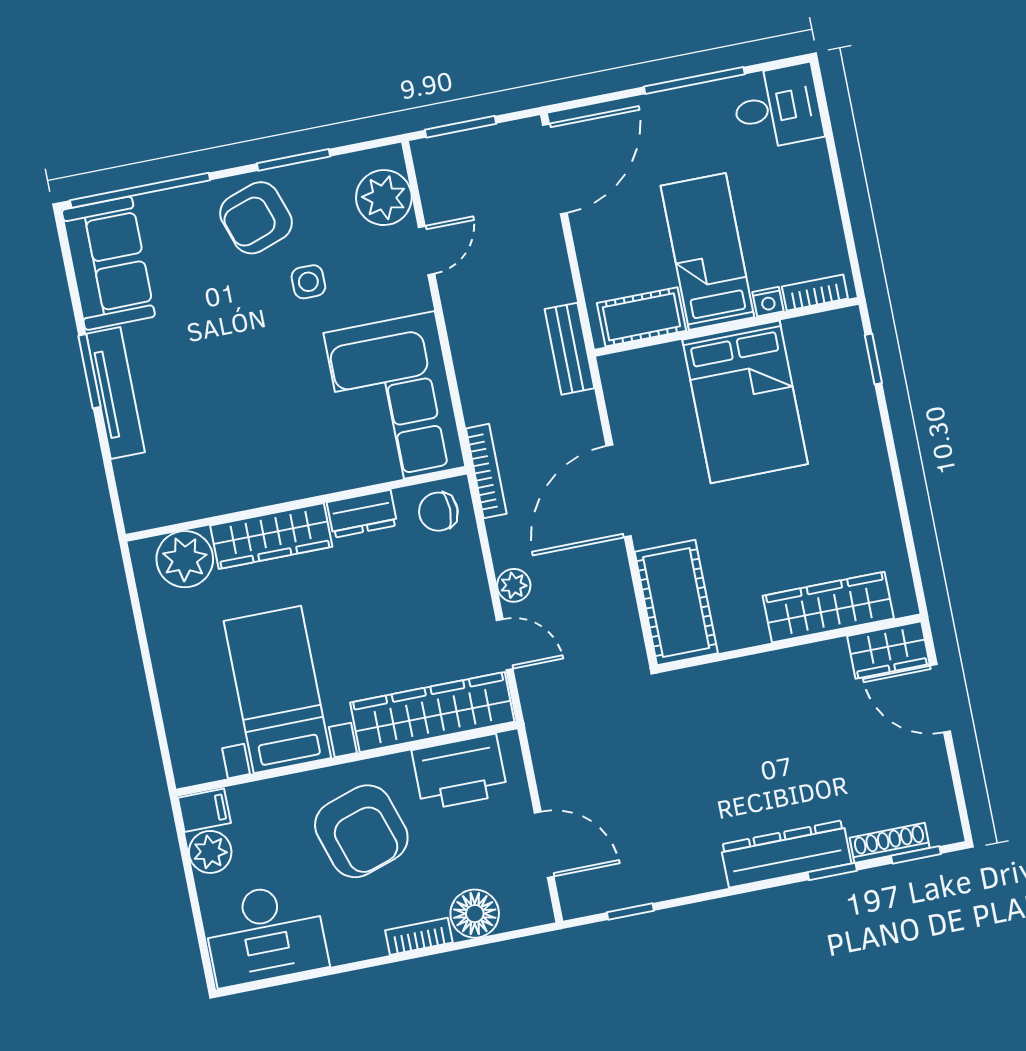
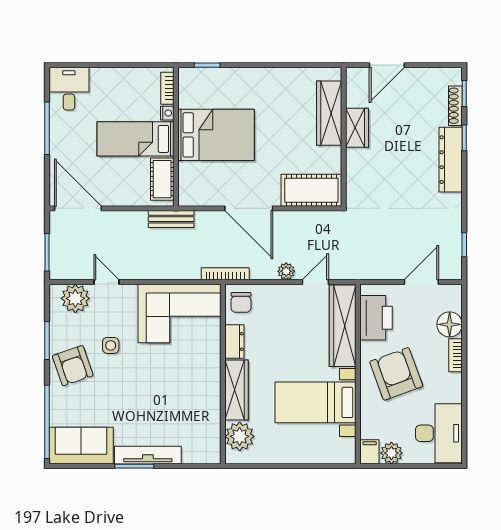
wardrobe: (888, 650) -> (357, 128), moved
armchair: (361, 831) -> (396, 374), turned -92

